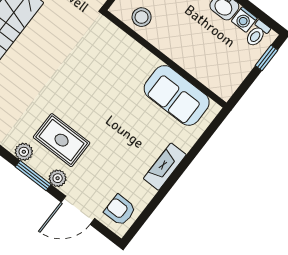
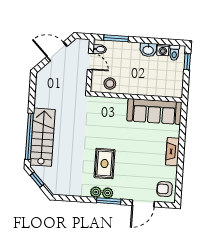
sofa: (177, 95) -> (154, 111), width x1.36
rug: (62, 140) -> (105, 164), moved, turned 90
plant: (58, 178) -> (108, 193), moved

